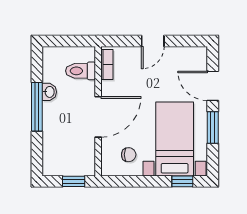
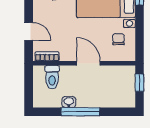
door: (153, 41) -> (29, 32), moved
door: (98, 117) -> (88, 63), width x0.73

